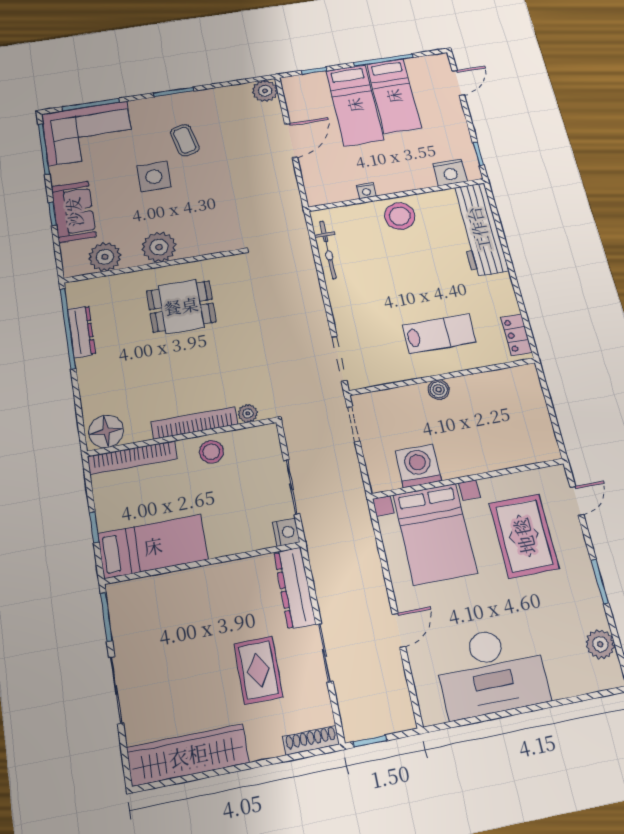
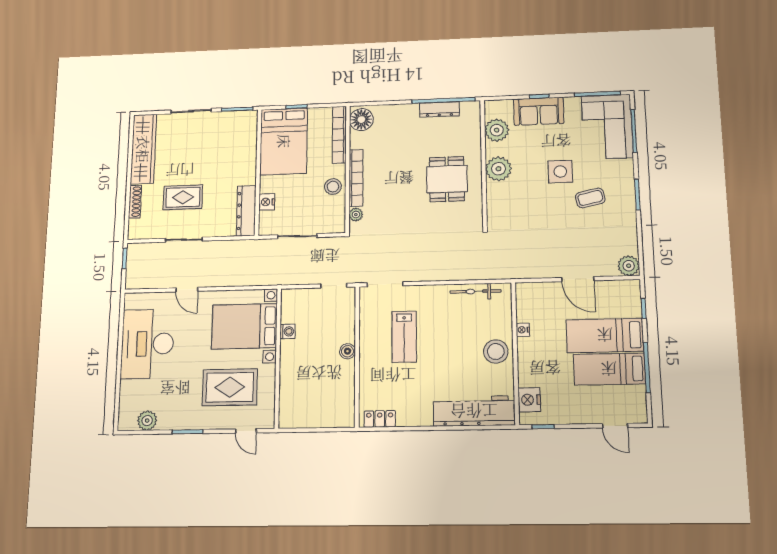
lab bench: (439, 334) -> (404, 337), moved
washing machine: (418, 466) -> (287, 331), width x0.53, depth x0.53
nightstand: (286, 532) -> (267, 202), moved, turned 90
bed: (153, 546) -> (284, 141), width x1.50
dresser: (295, 588) -> (246, 211), moved, turned -90
shoe rack: (311, 740) -> (135, 202), moved

